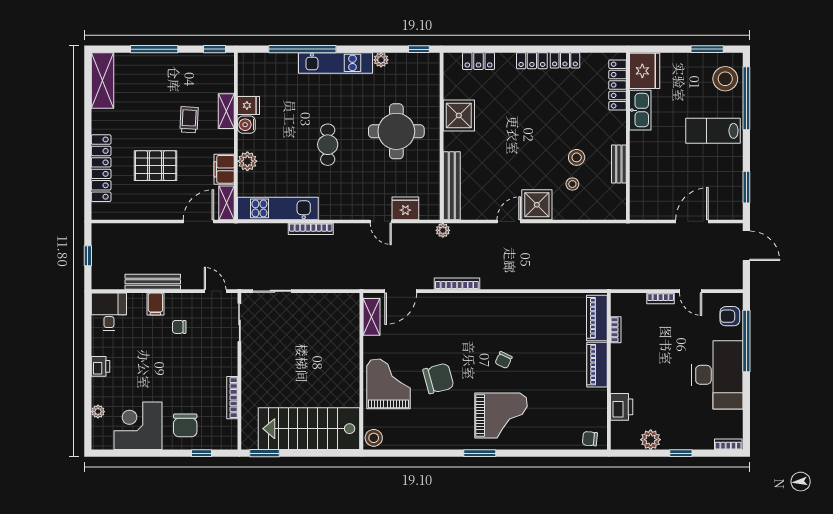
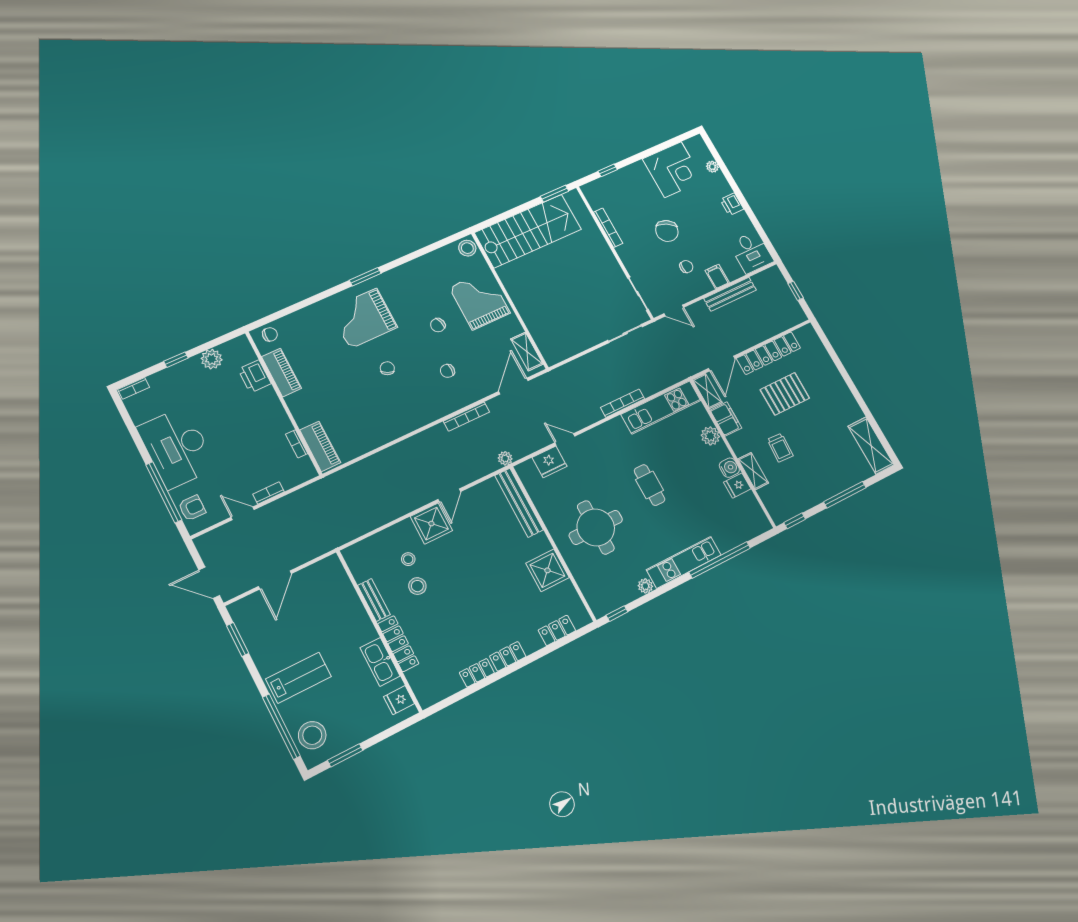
fridge: (645, 71) -> (399, 700), width x0.53, depth x0.75
locker: (618, 85) -> (398, 644), moved
locker: (101, 168) -> (769, 353), moved, turned -90
chair: (452, 333) -> (447, 371), added
piano: (597, 365) -> (282, 373), moved
chair: (438, 378) -> (438, 325), width x0.54, depth x0.54
grand piano: (389, 384) -> (480, 300), turned 180
chair: (185, 425) -> (667, 231), moved, turned -153

